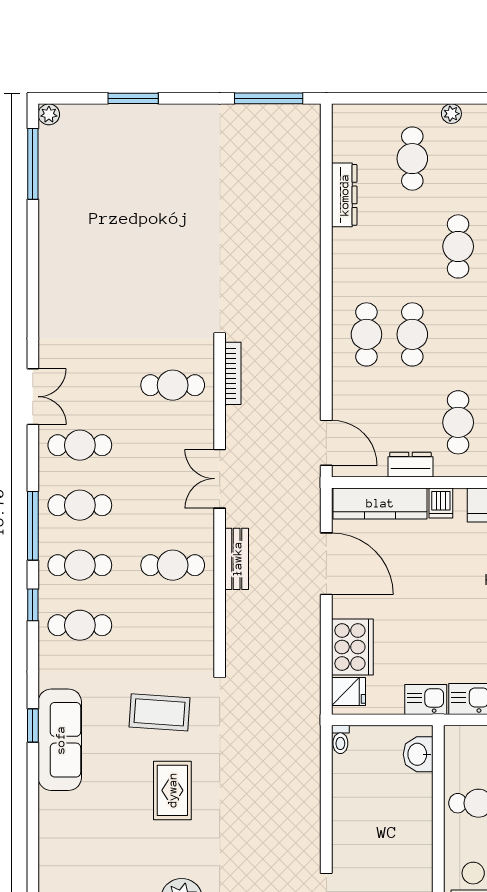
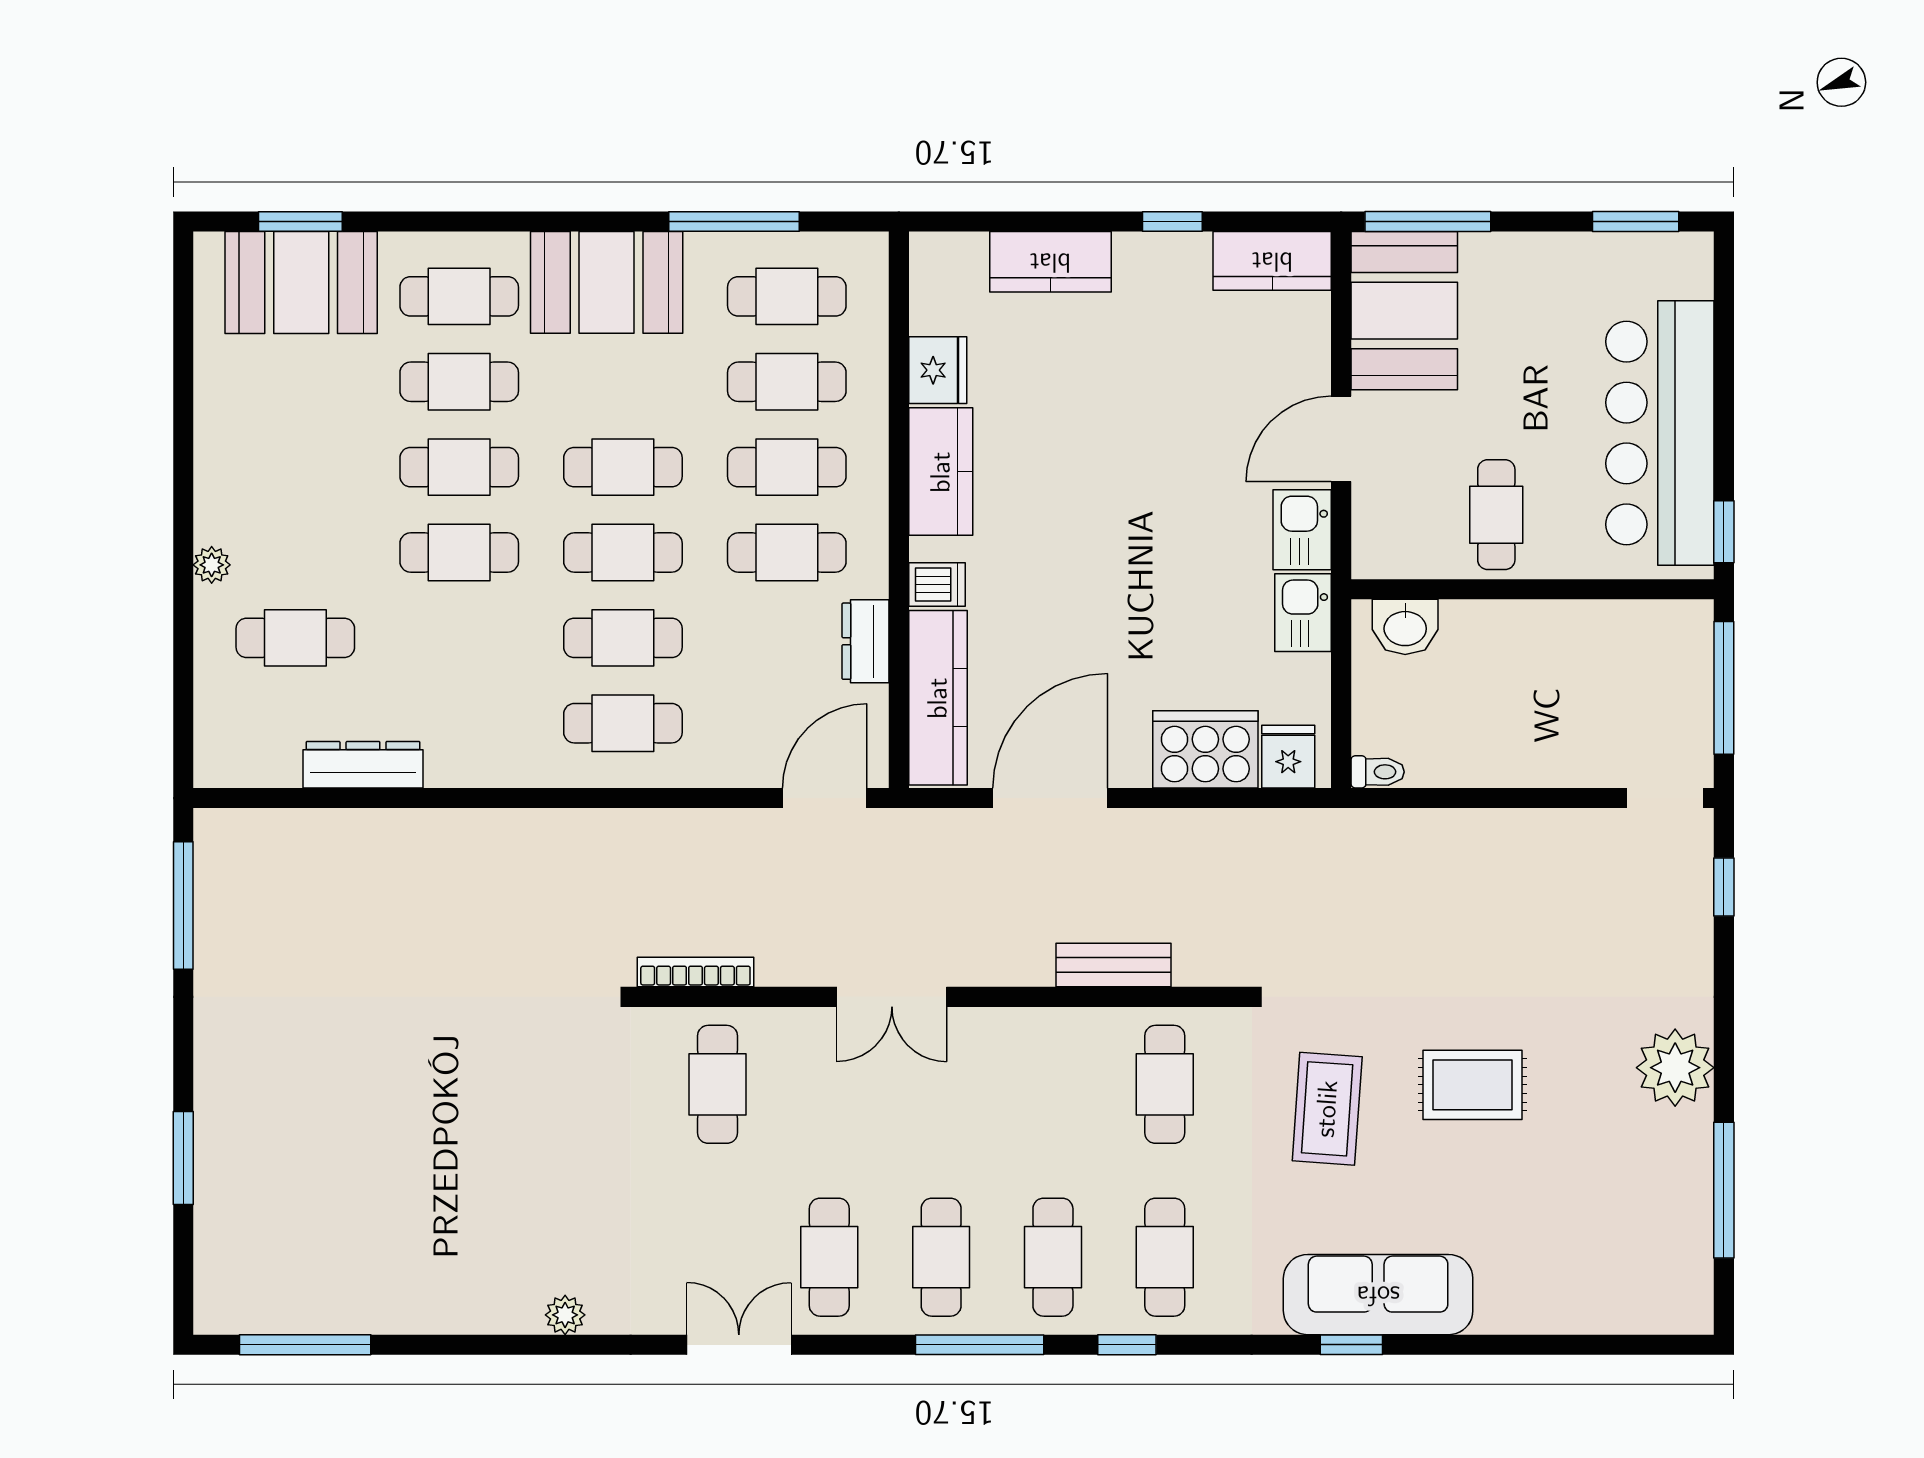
plant: (49, 114) -> (565, 1315), moved
cafe table: (458, 334) -> (623, 552), added
bench: (237, 559) -> (1113, 965), moved
cafe table: (173, 565) -> (1165, 1084), moved

